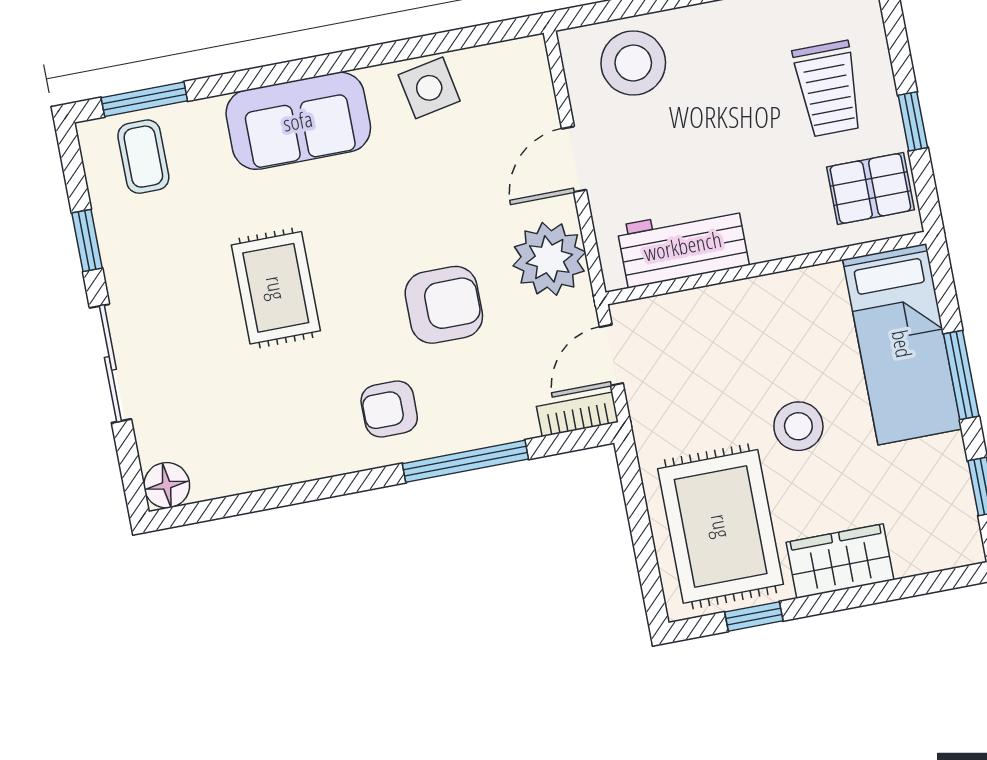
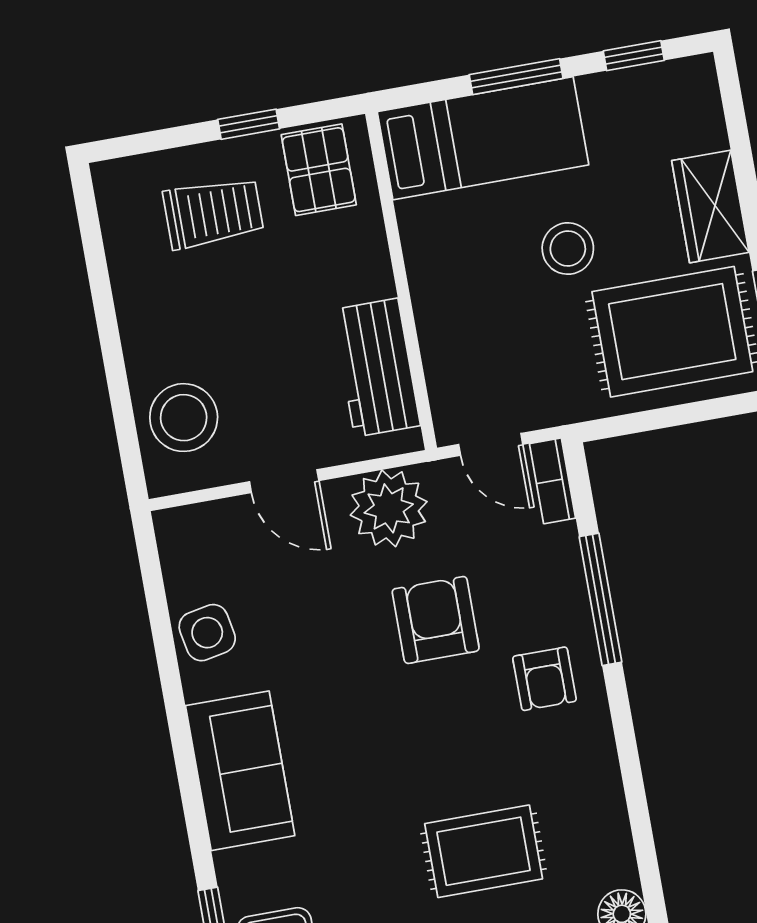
rug: (276, 288) -> (484, 851), moved

